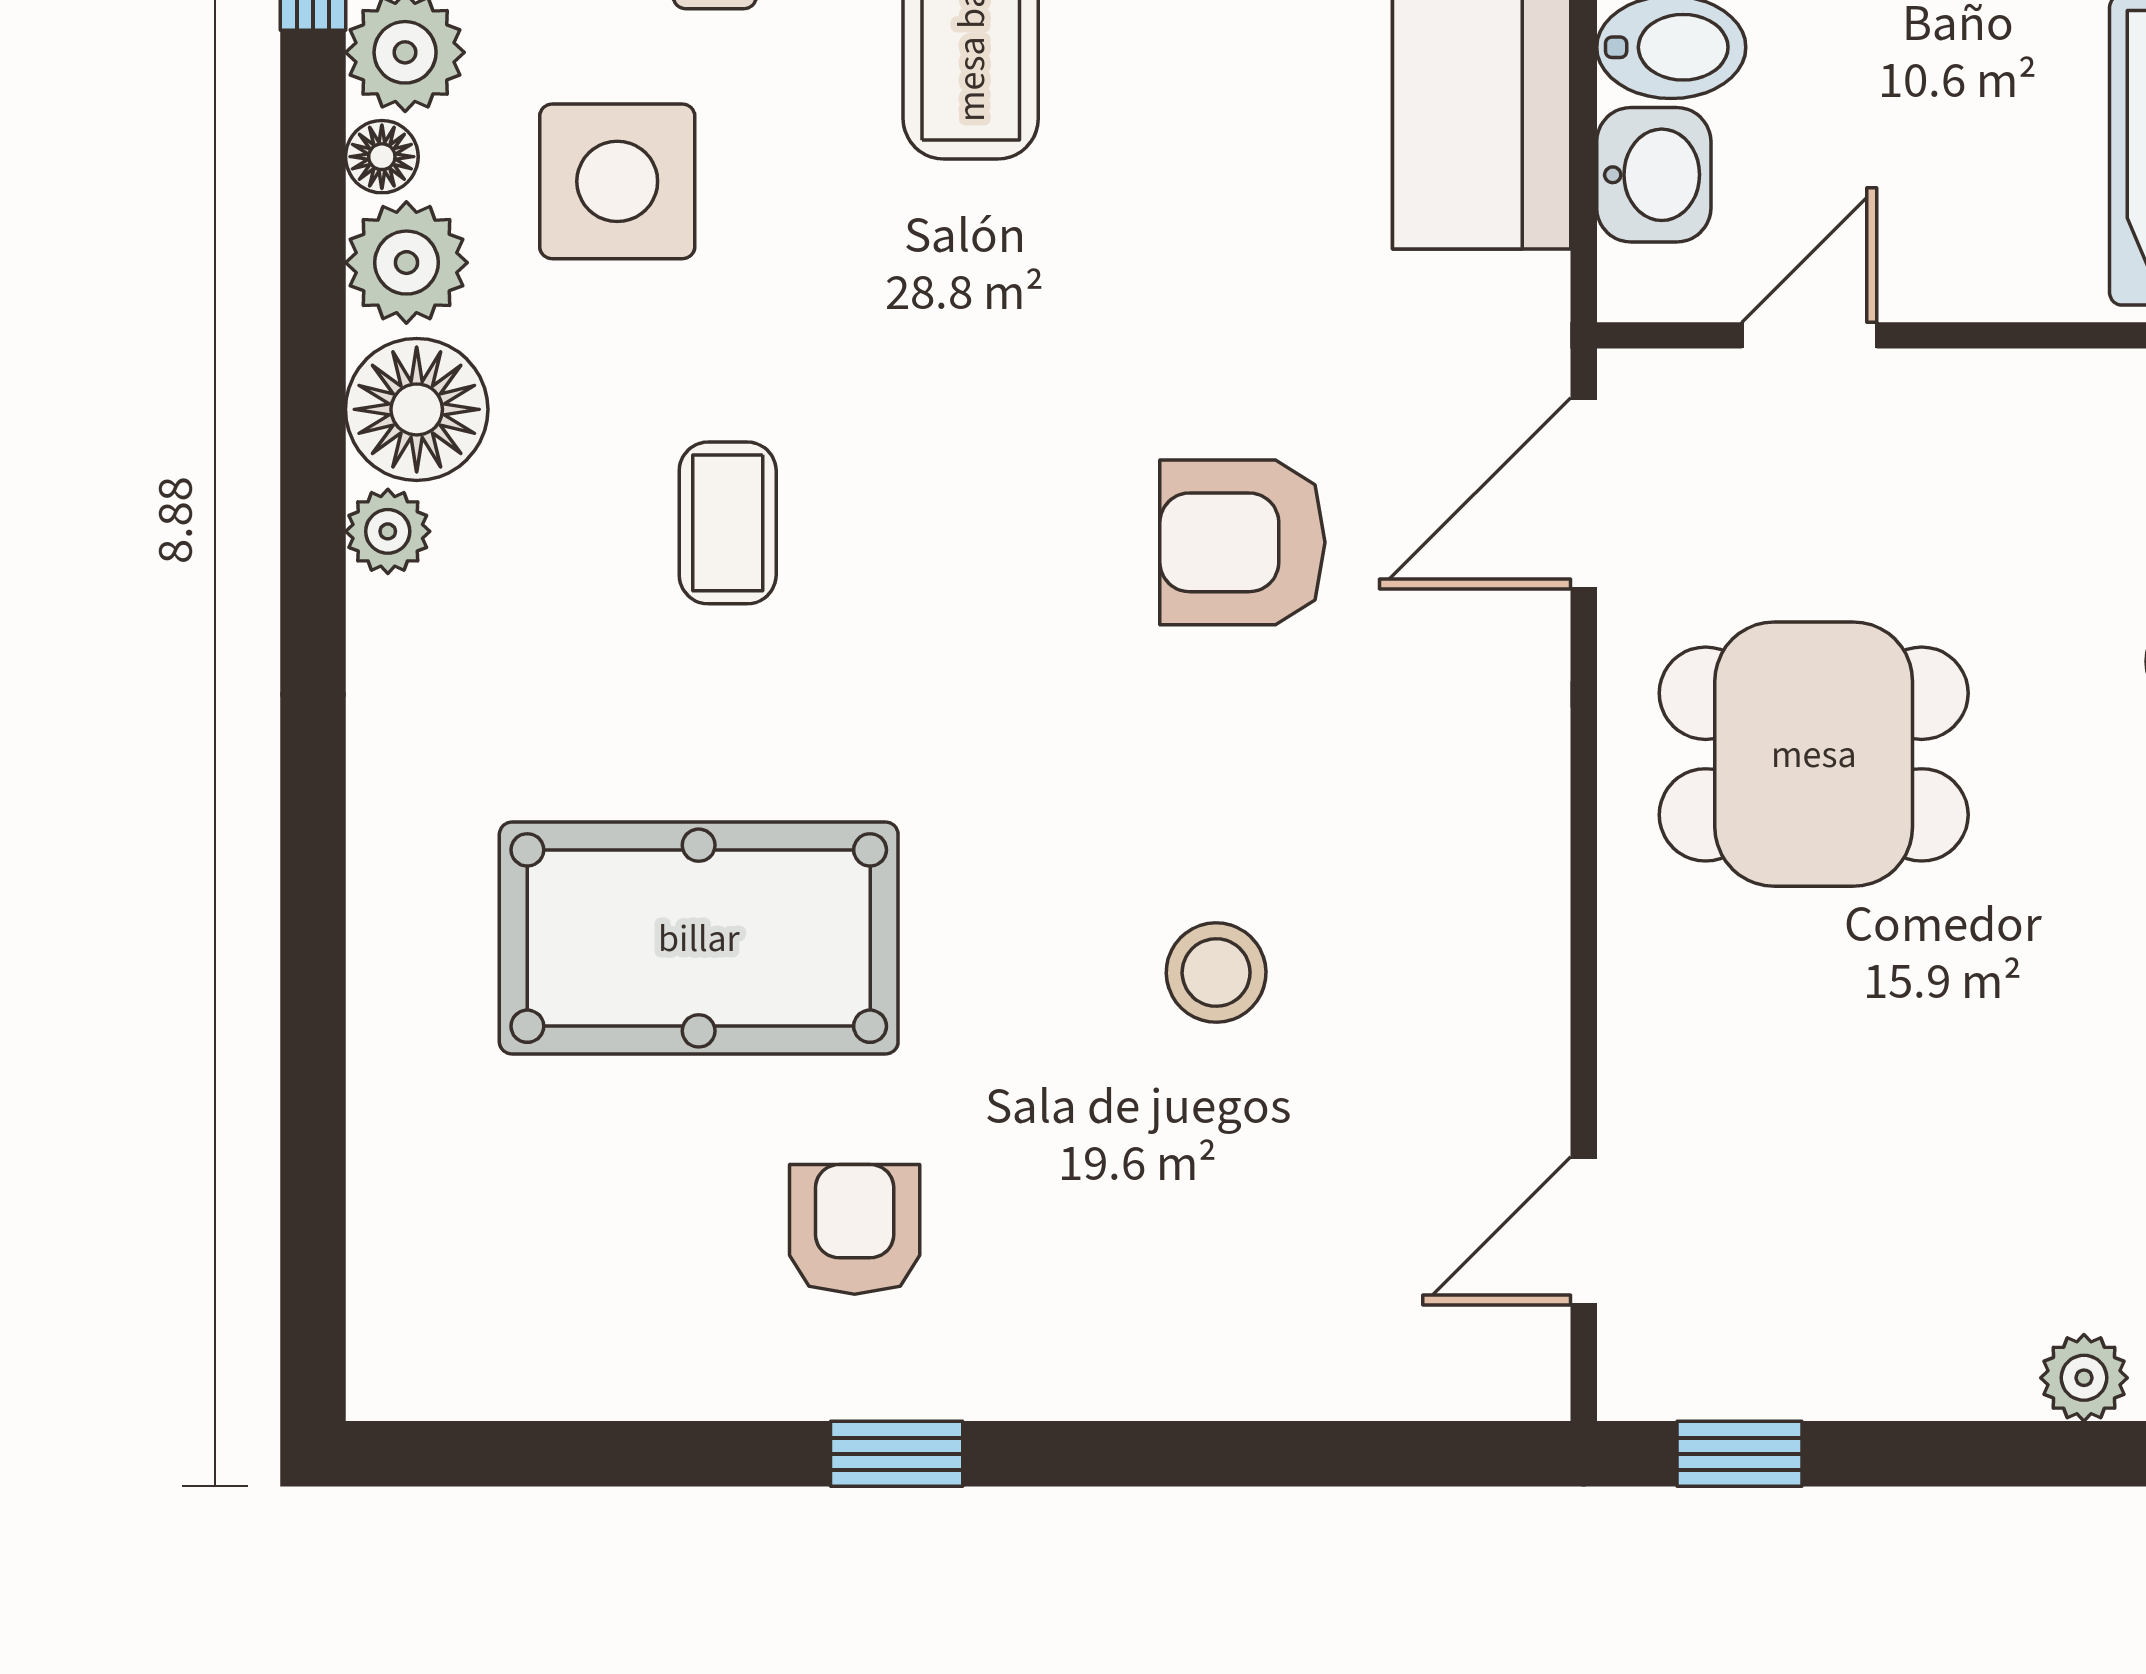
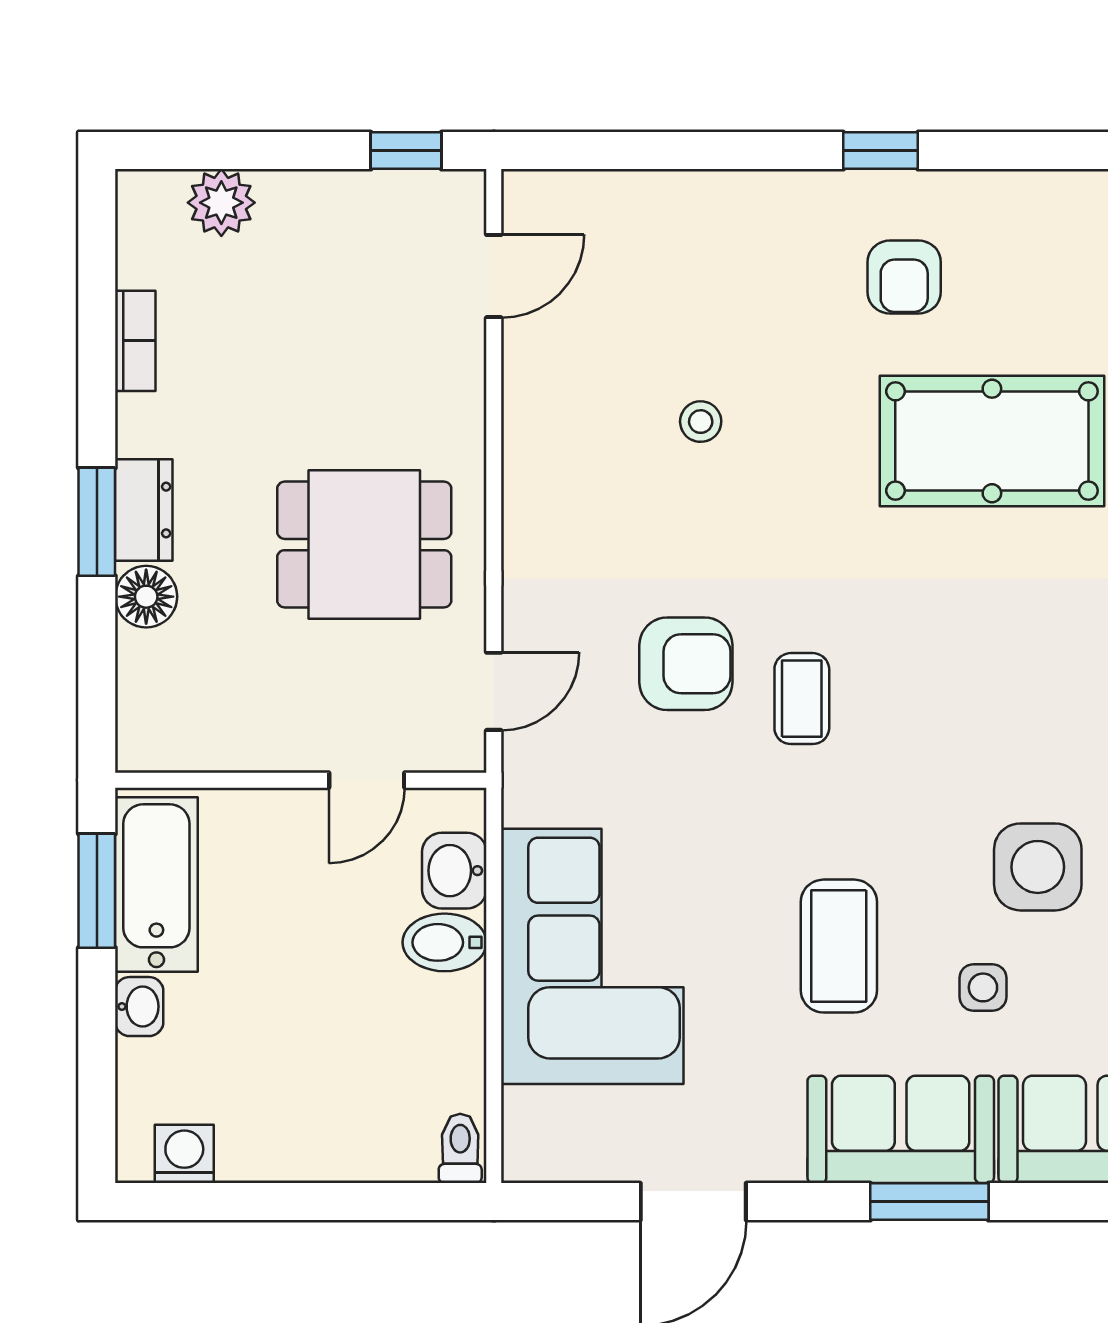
door: (1584, 493) -> (494, 691), width x0.73
coffee table: (728, 523) -> (802, 699), moved
stool: (1216, 973) -> (701, 422), width x0.73, depth x0.73
plant: (2084, 1378) -> (221, 203), width x1.38, depth x1.38

